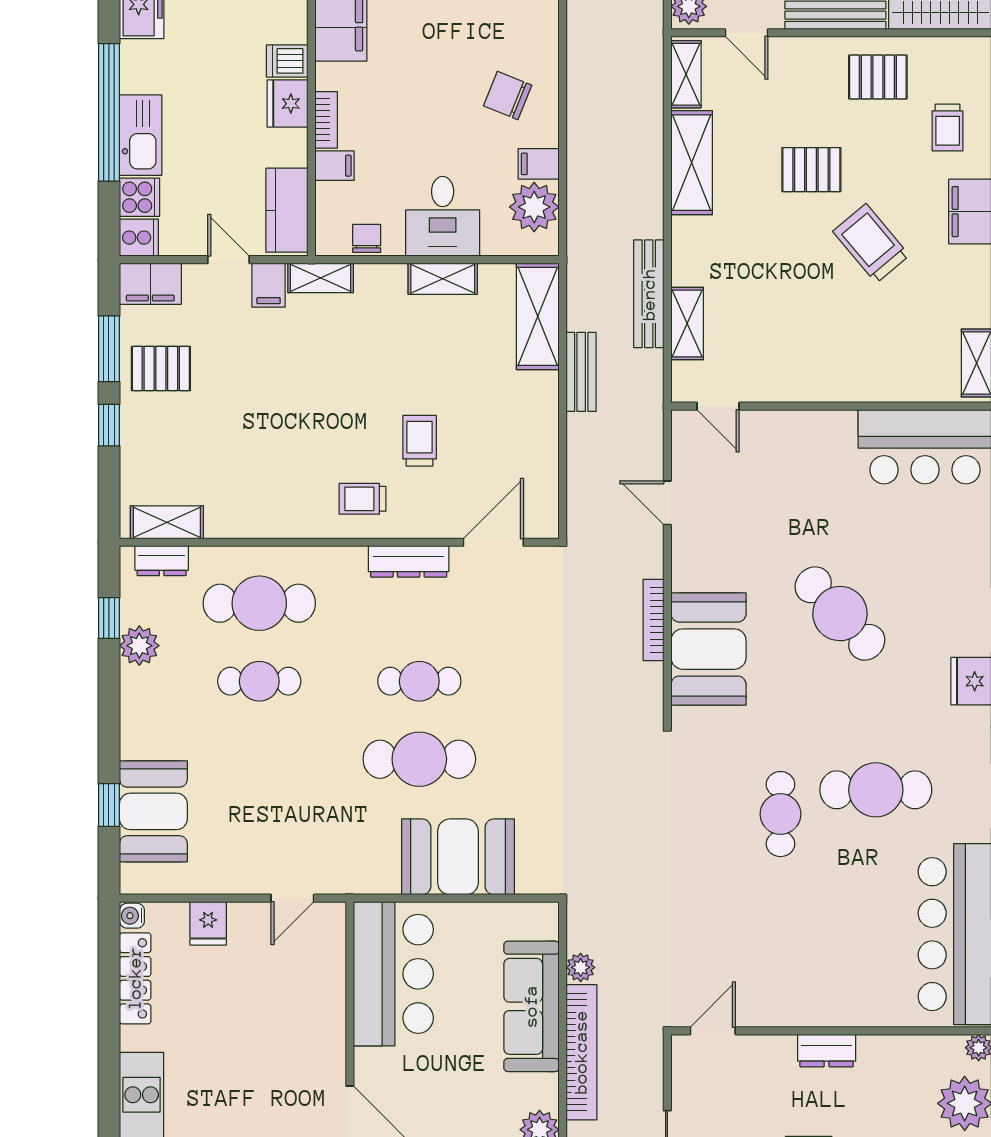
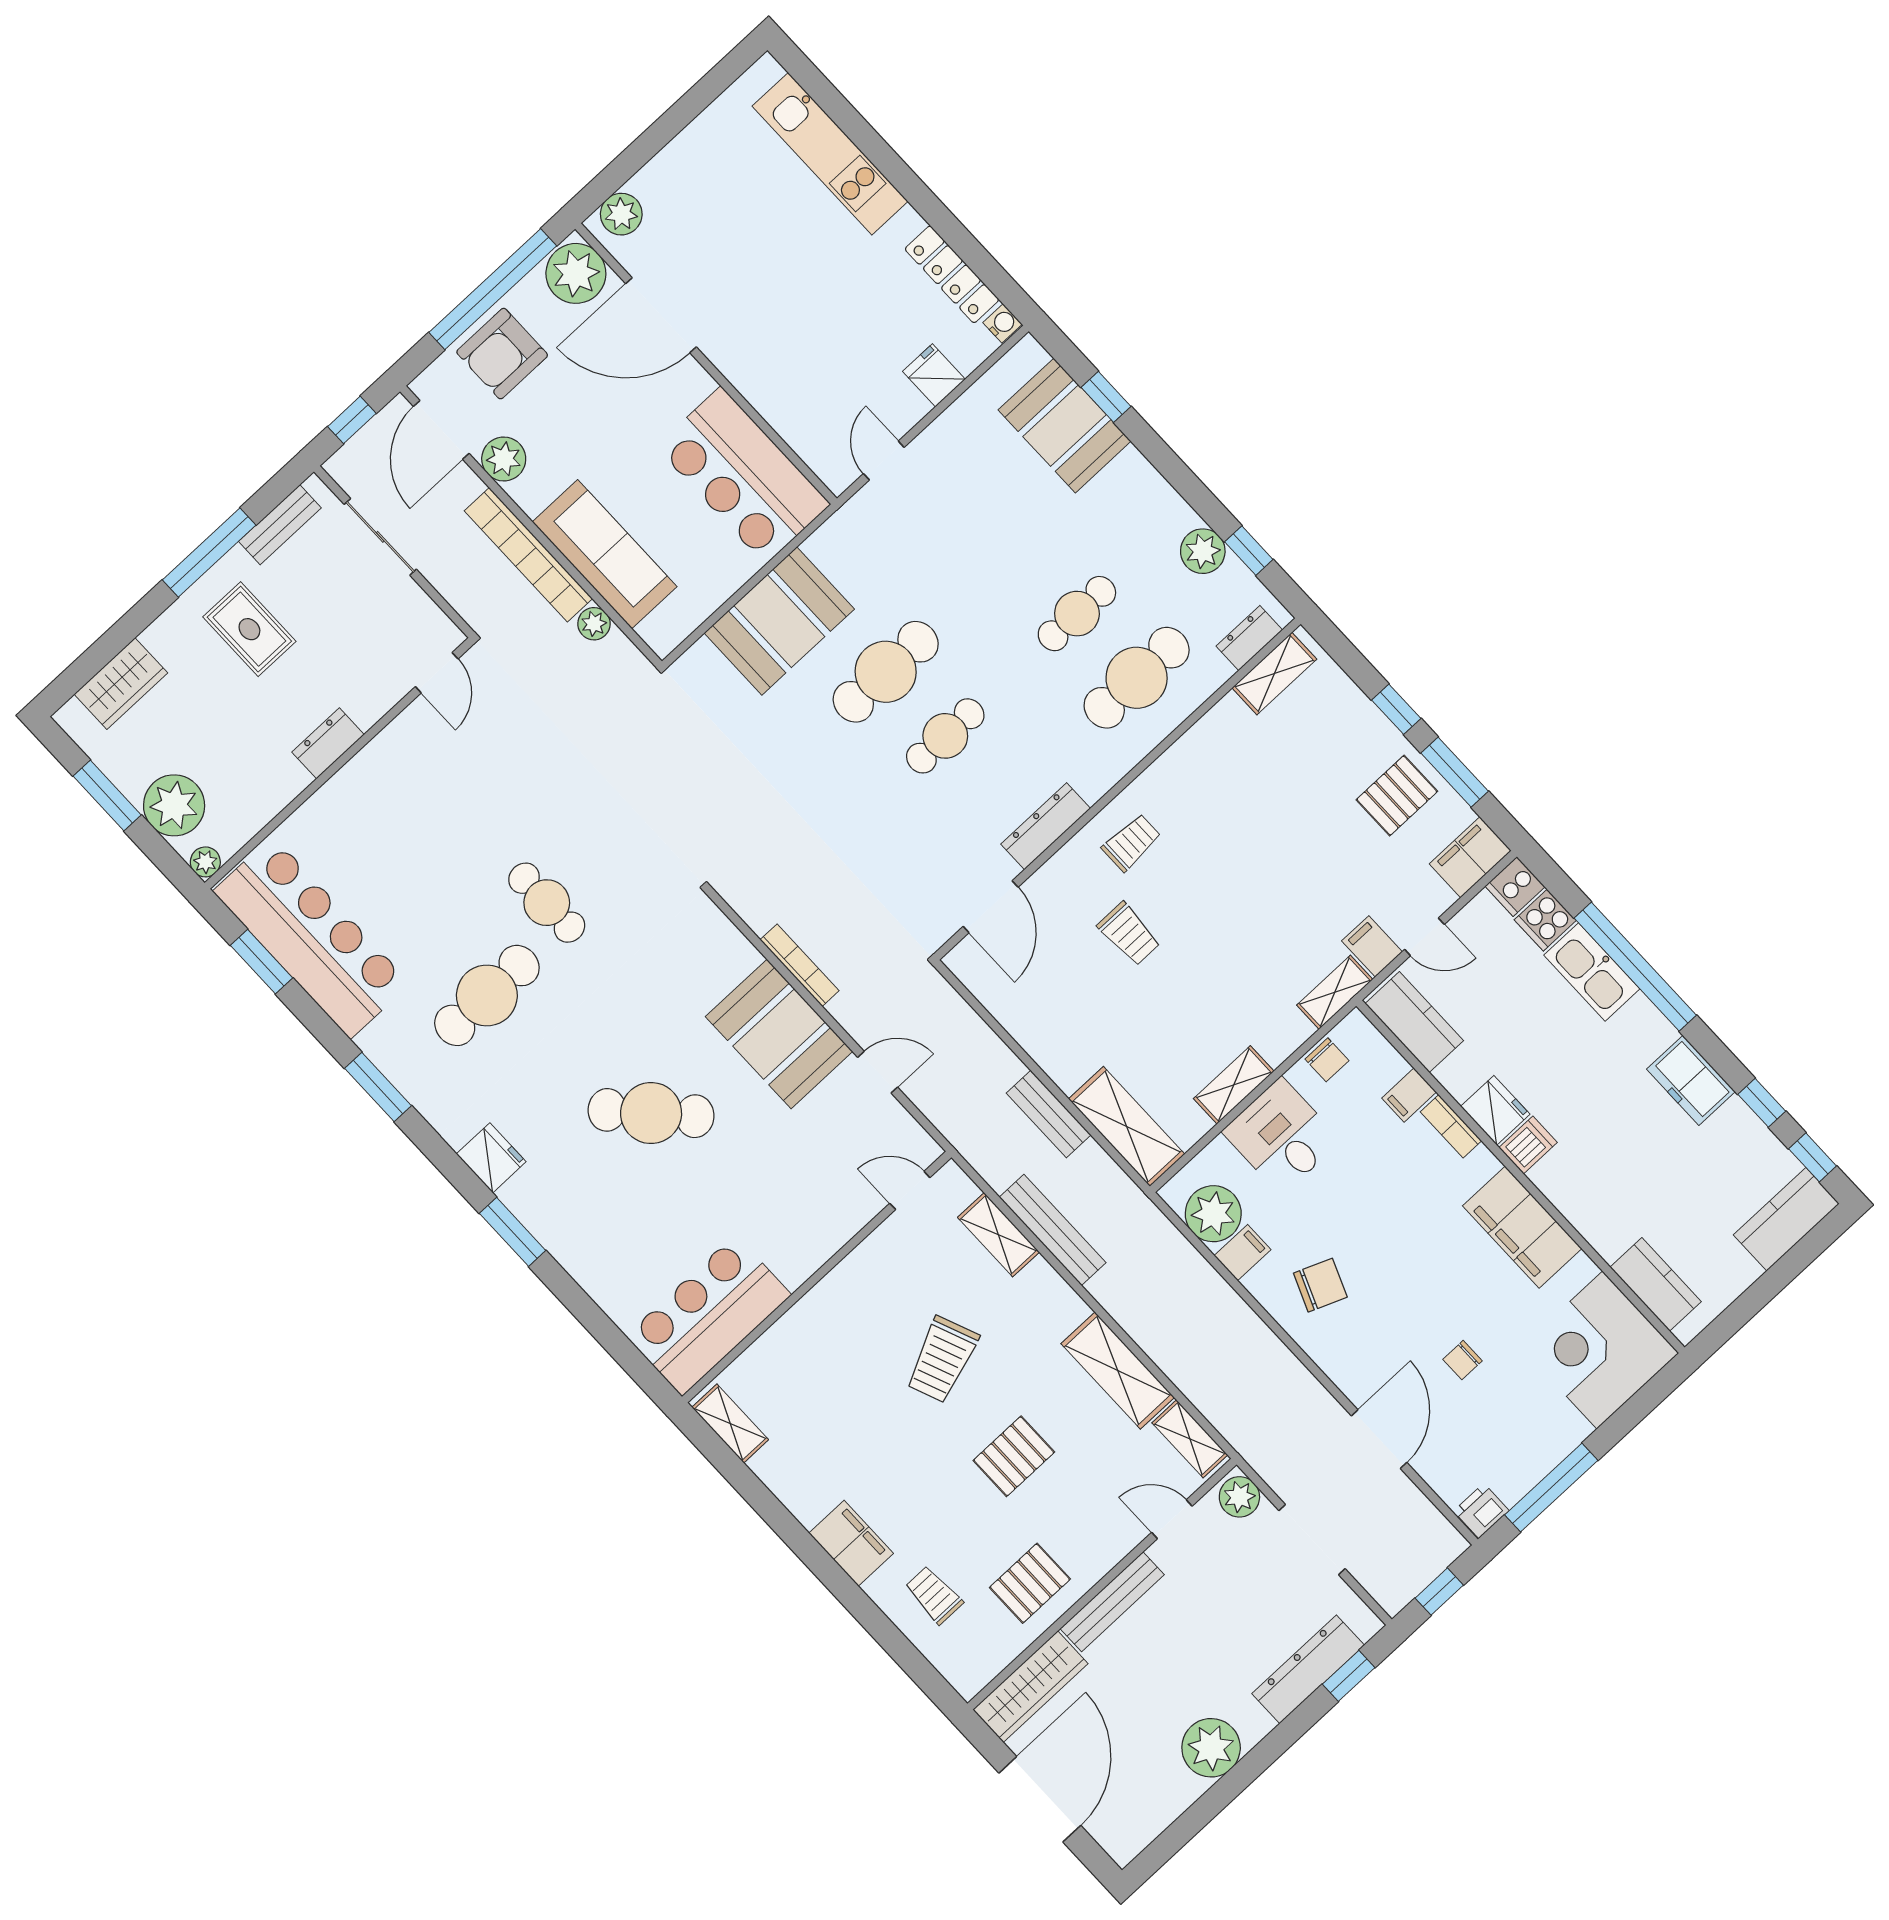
trolley: (871, 243) -> (942, 1360), moved, turned 108
booth: (708, 649) -> (779, 1034), moved

